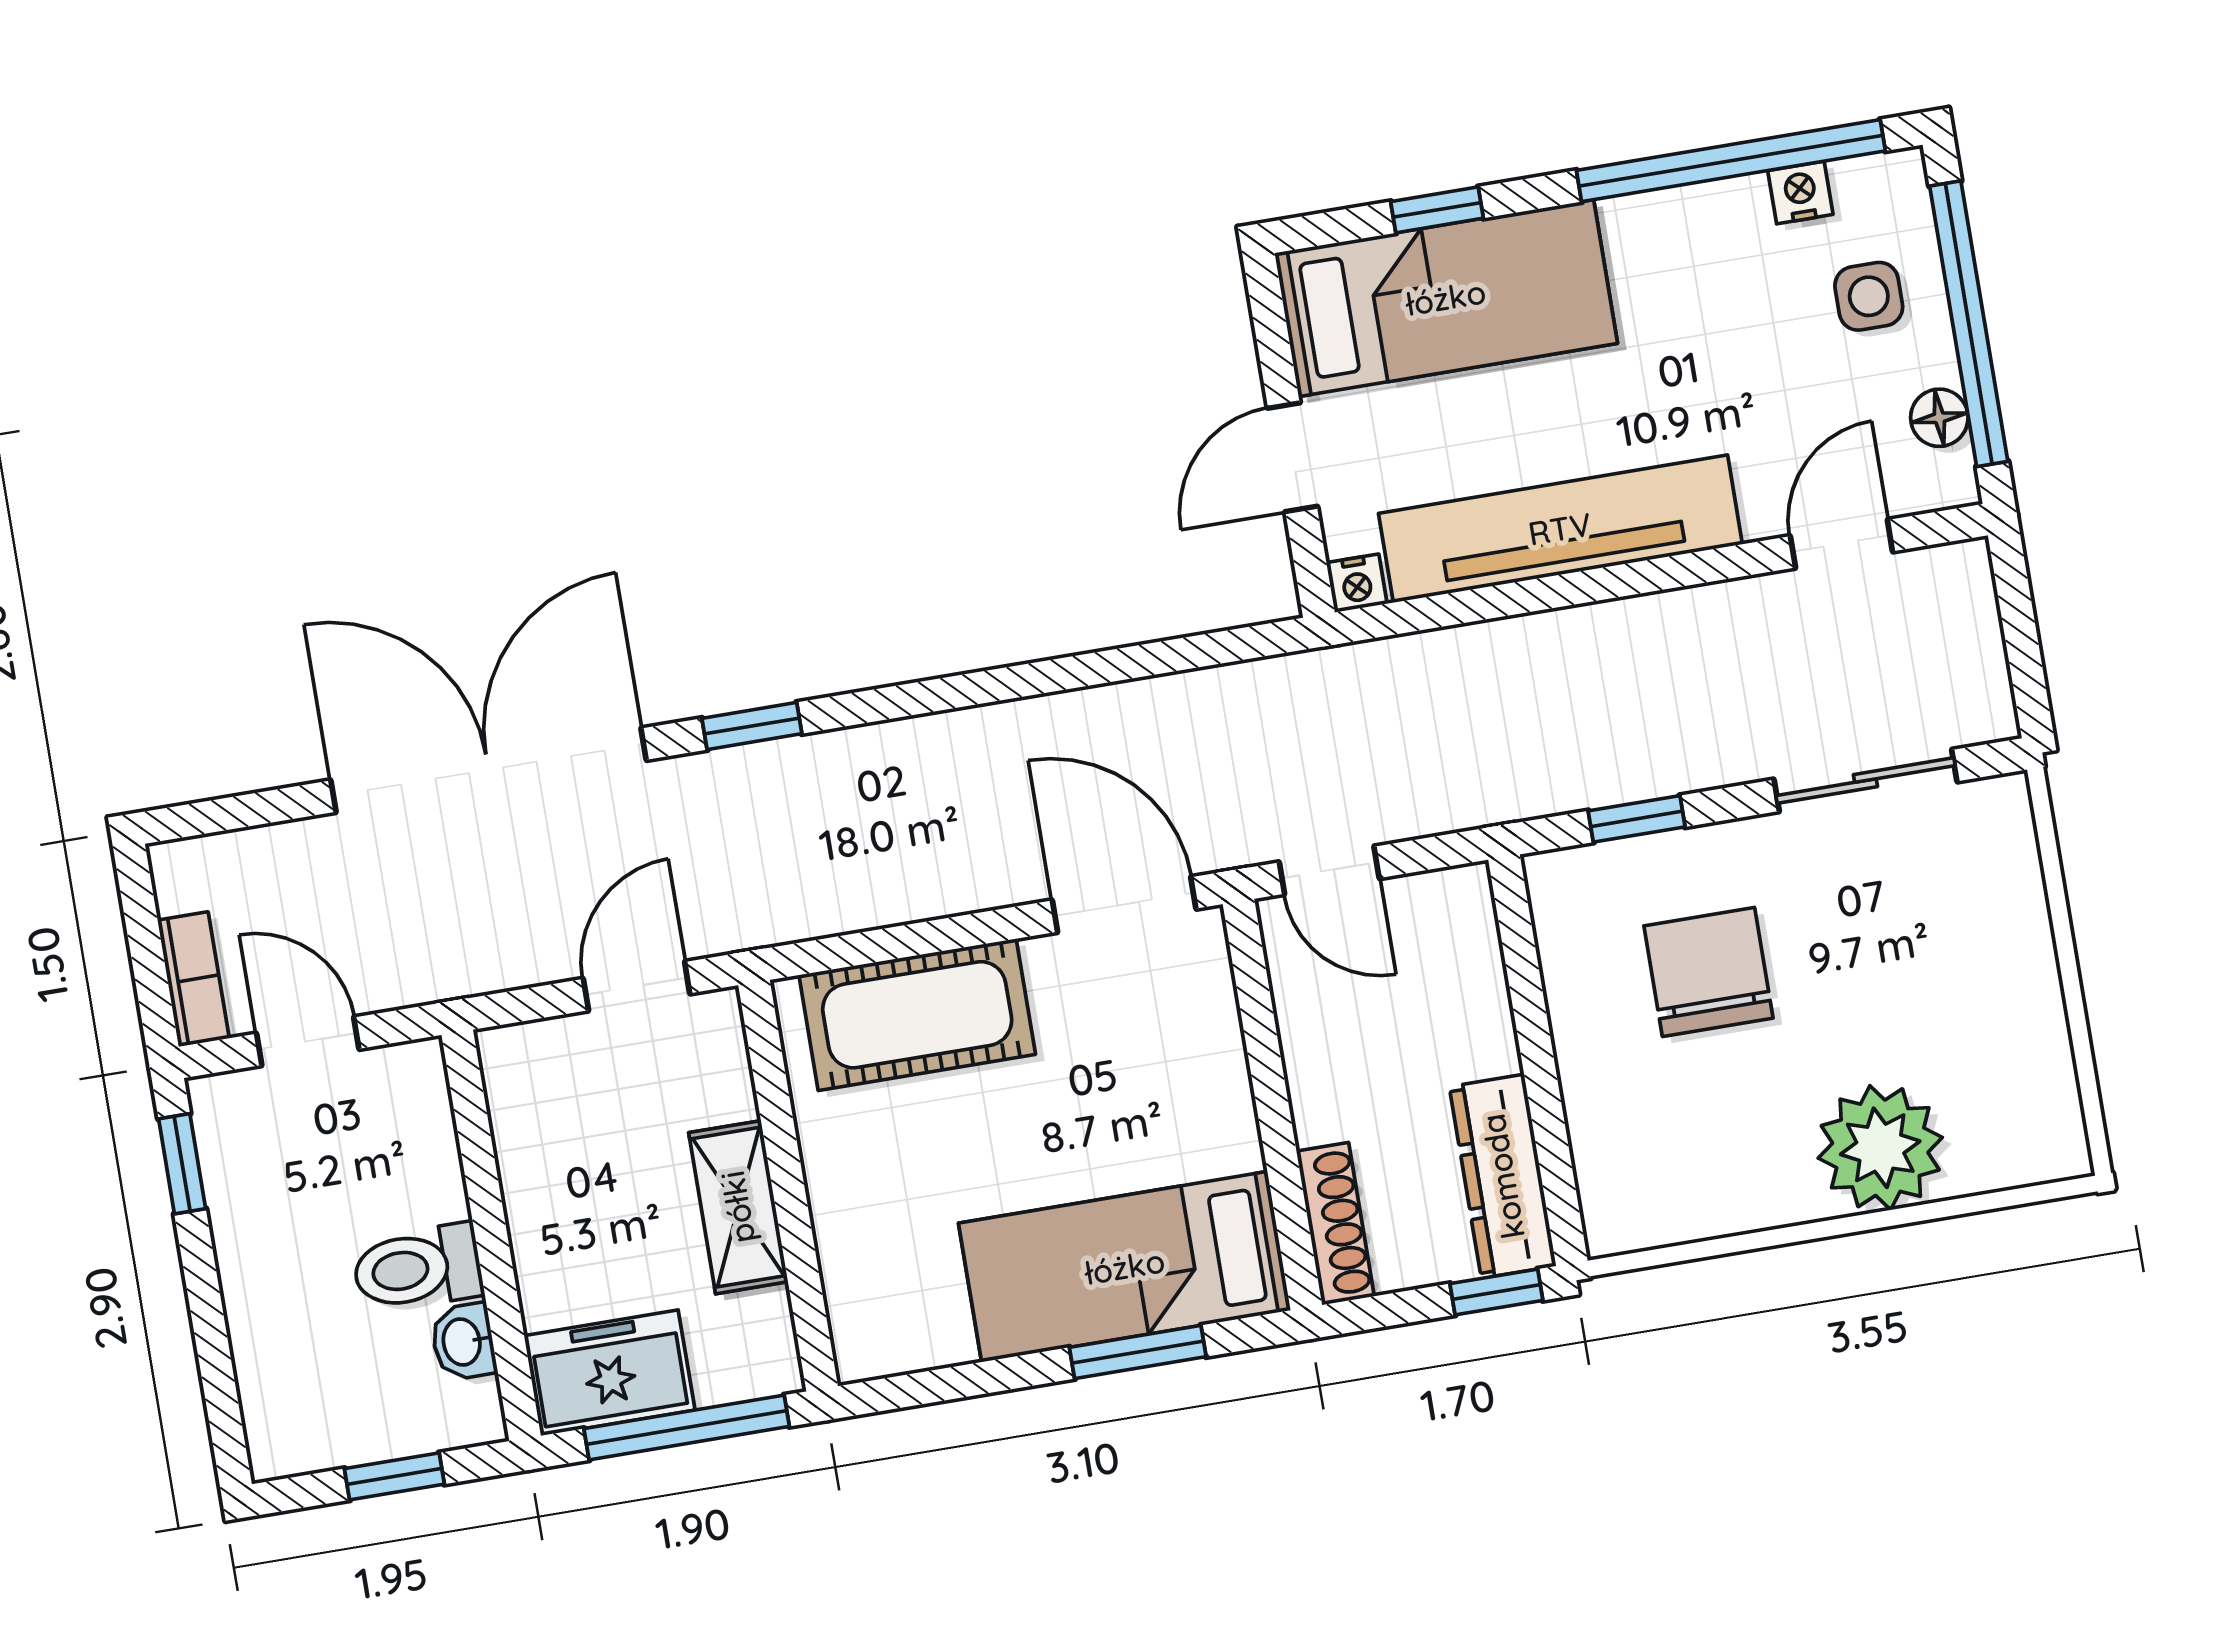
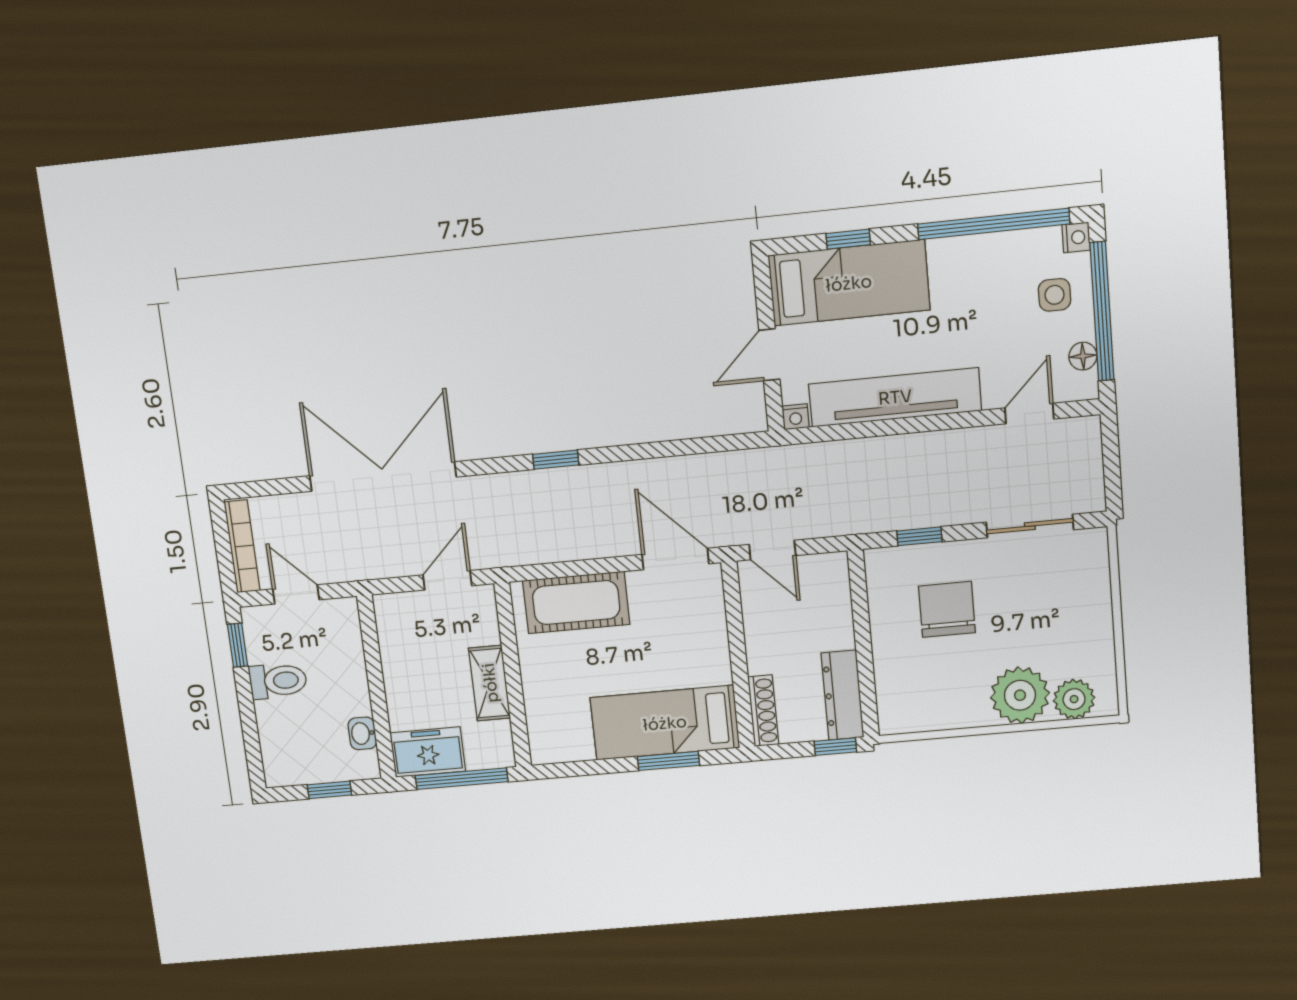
nightstand: (1800, 193) -> (1076, 237), moved, turned 90
window: (752, 726) -> (556, 460), moved
bookcase: (193, 979) -> (242, 546), width x1.56
plant: (1995, 1148) -> (1074, 699), added
toilet: (418, 1268) -> (278, 681), moved, turned 180

